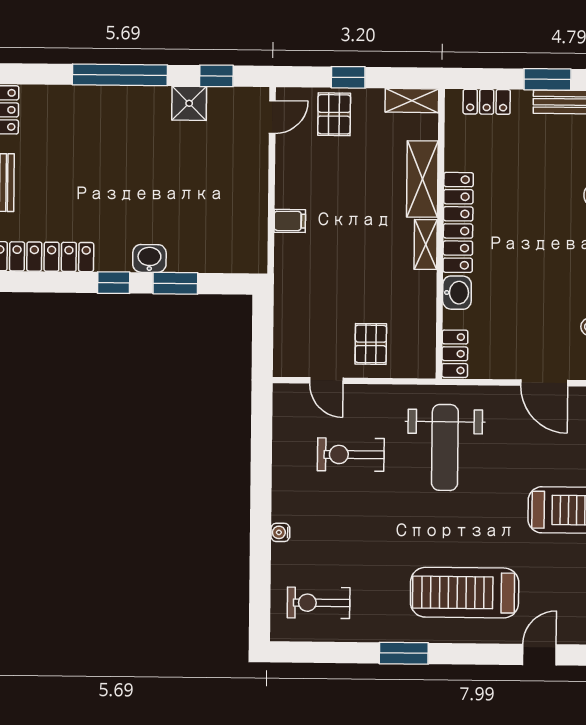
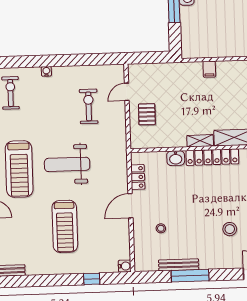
pallet: (371, 344) -> (147, 114), turned 90
locker: (455, 354) -> (138, 177), moved, turned -90
weight bench: (445, 447) -> (67, 164), moved
treadmill: (465, 593) -> (19, 169), turned 180

